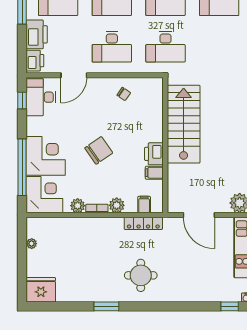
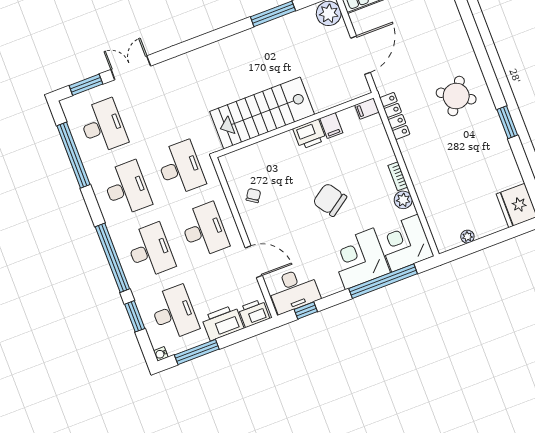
plant: (117, 205) -> (385, 155), removed
filing cabinet: (144, 205) -> (367, 109), moved
round table: (141, 275) -> (456, 96), turned 33

